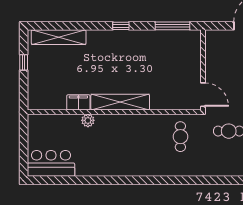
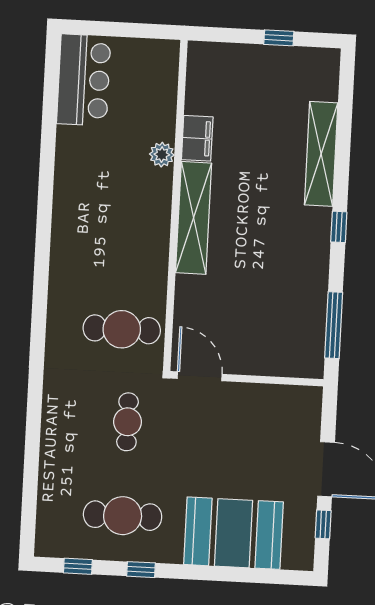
shelving: (59, 37) -> (321, 154), moved
door: (203, 95) -> (200, 376), swing flipped
cafe table: (180, 137) -> (122, 329), width x1.37, depth x1.35

